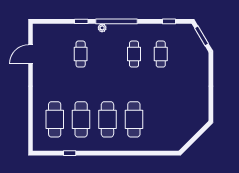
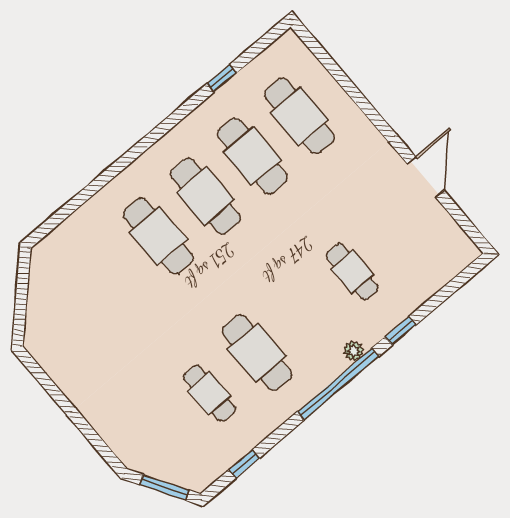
door: (31, 54) -> (426, 177), moved
cafe table: (134, 54) -> (257, 353), width x1.37, depth x1.35

